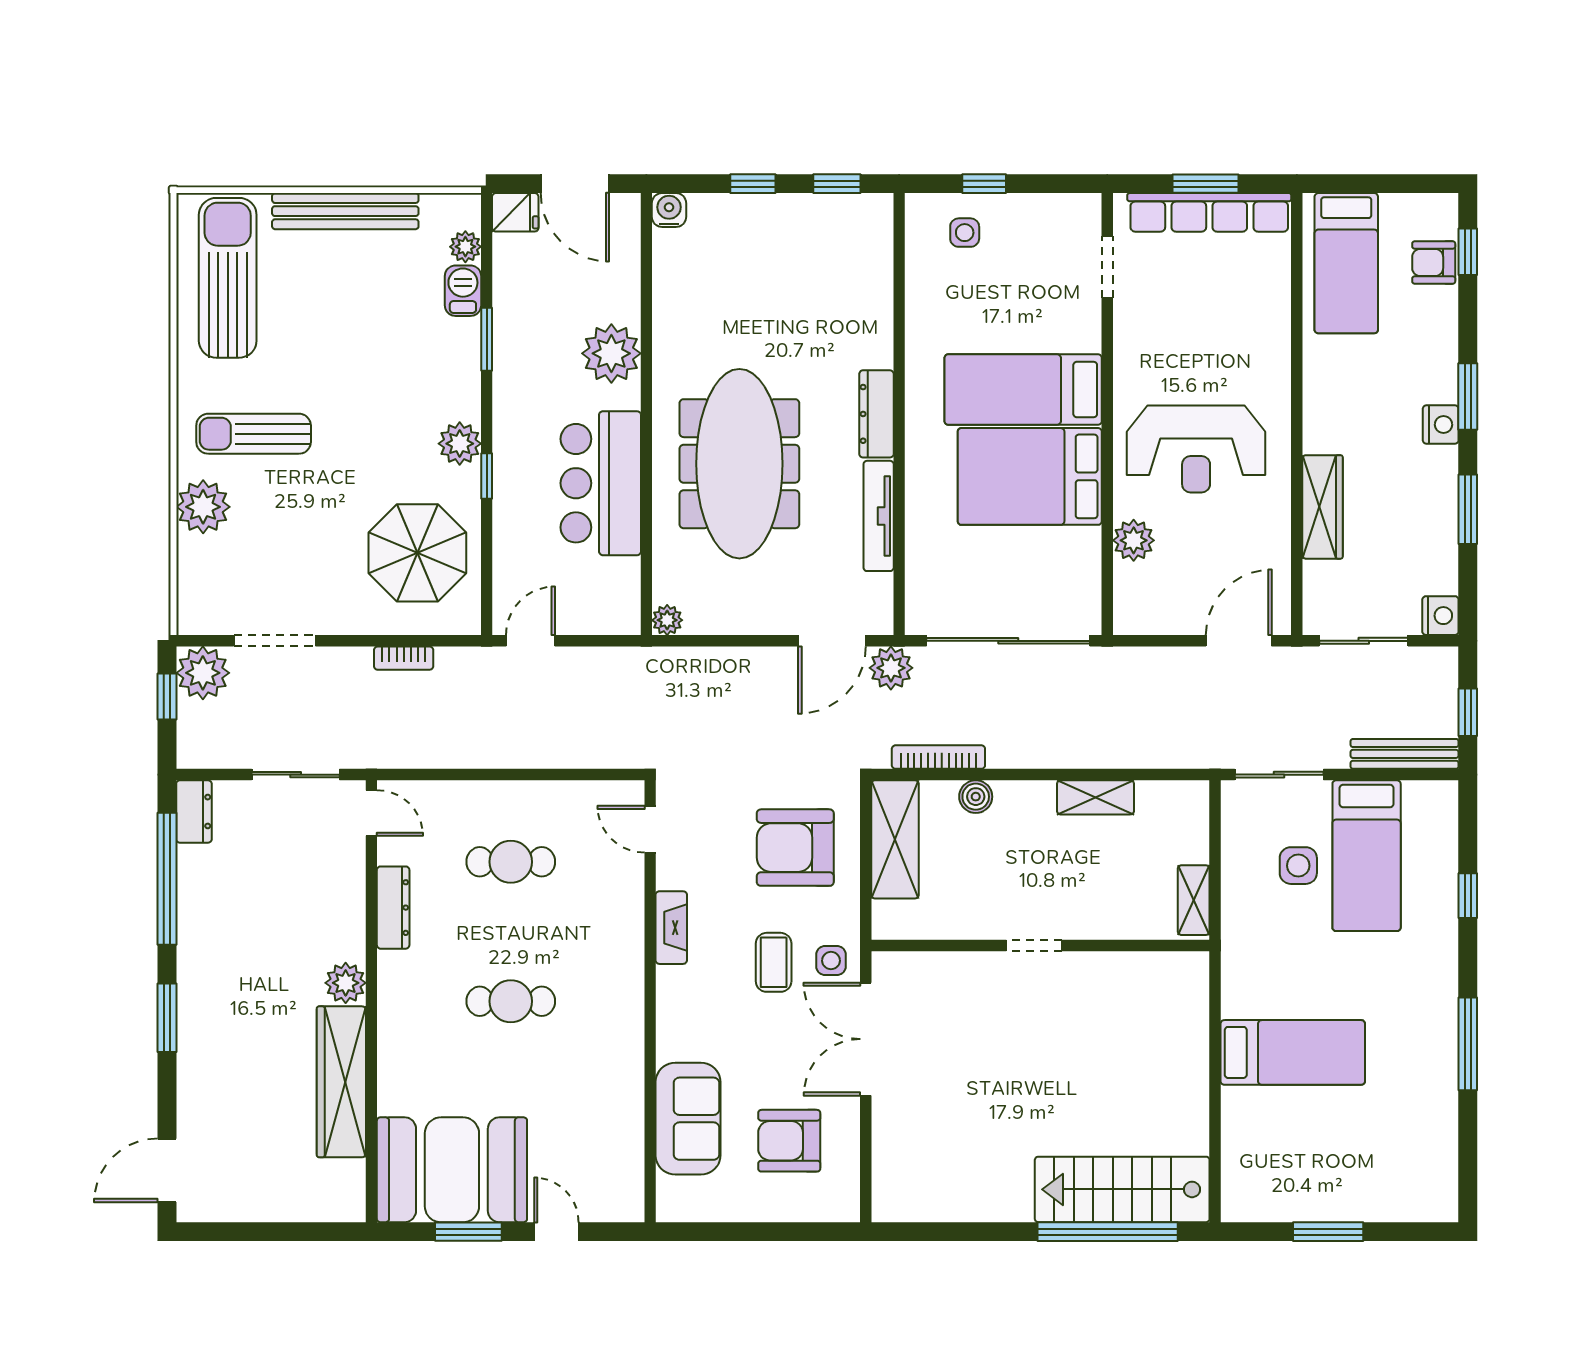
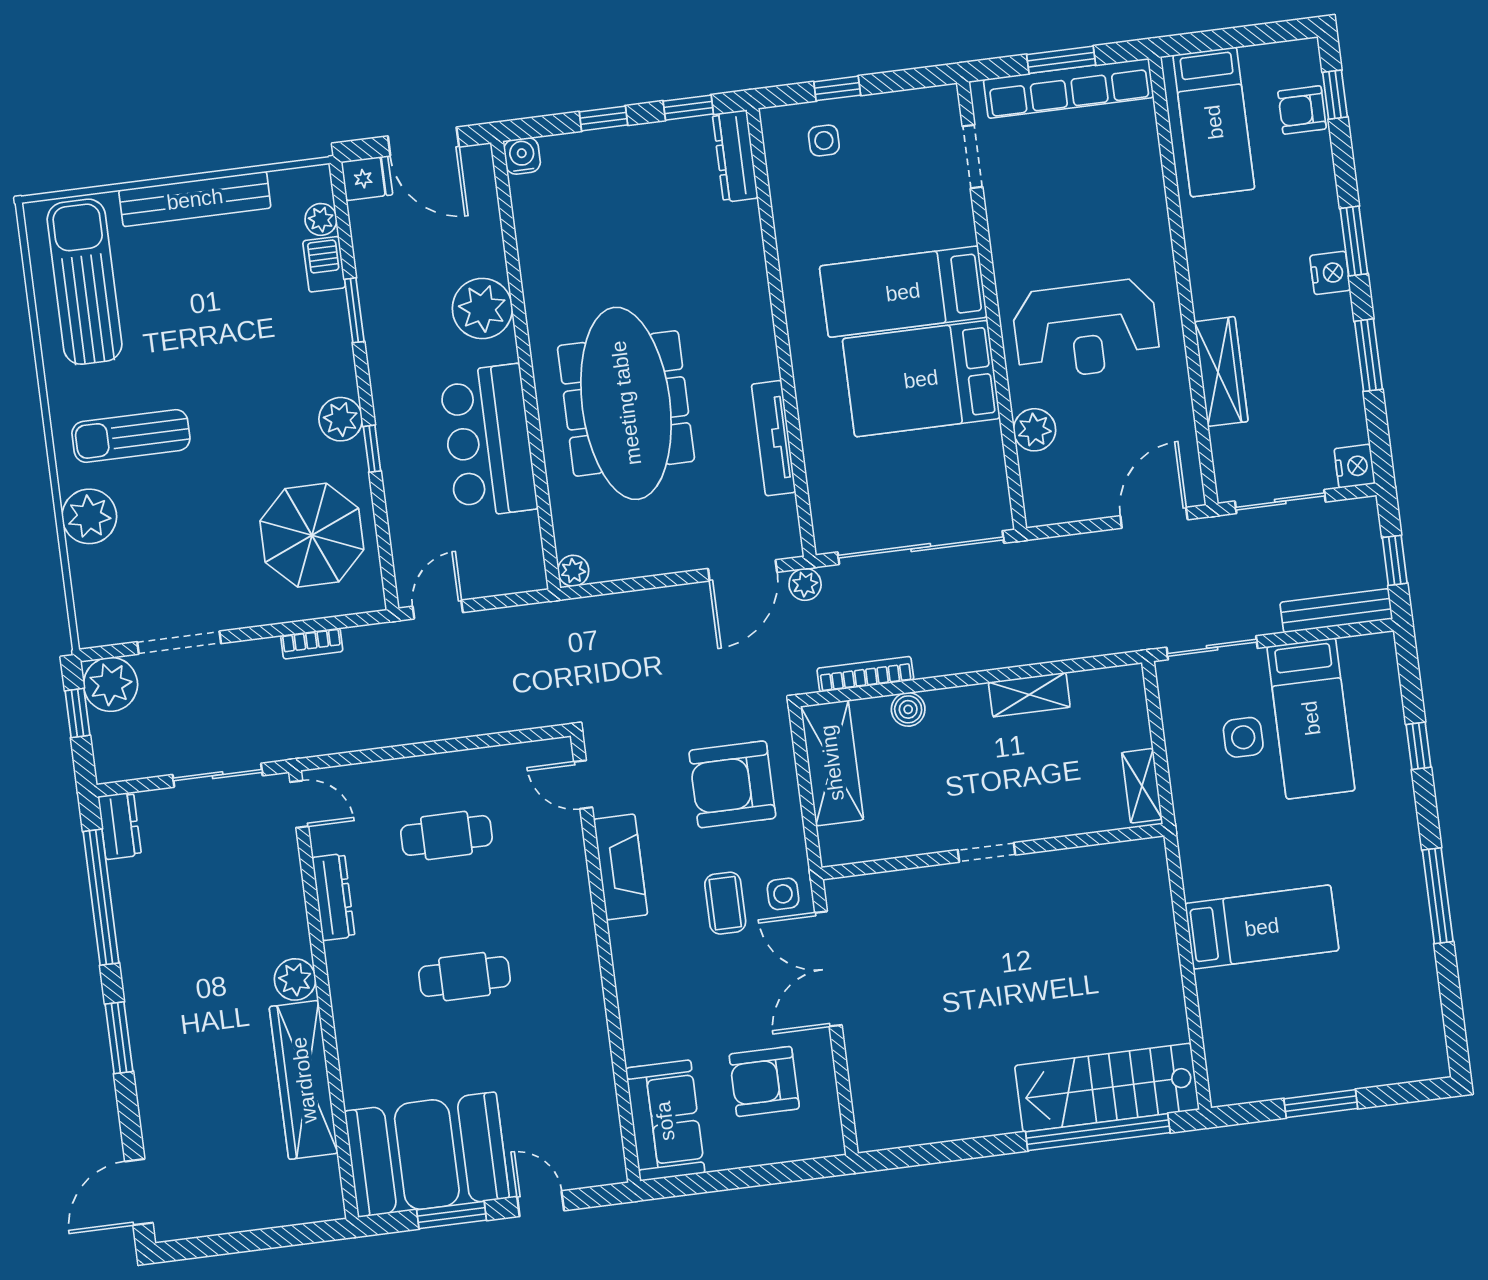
dresser: (876, 414) -> (735, 156), moved
plant: (891, 668) -> (805, 584), width x0.73, depth x0.73
fireplace: (671, 928) -> (621, 867), width x1.37, depth x1.32
sofa: (688, 1119) -> (665, 1121), moved

